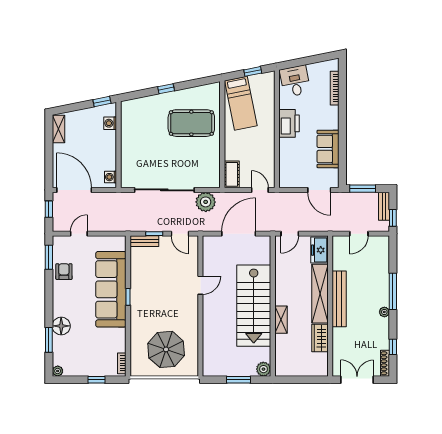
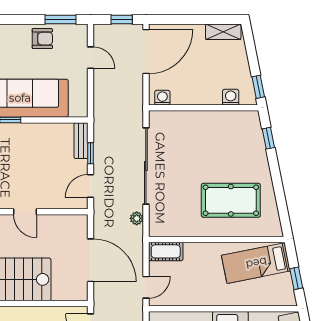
window: (166, 89) -> (268, 138), moved
pool table: (191, 123) -> (231, 200), turned 90
plant: (206, 202) -> (137, 218), width x0.53, depth x0.53

